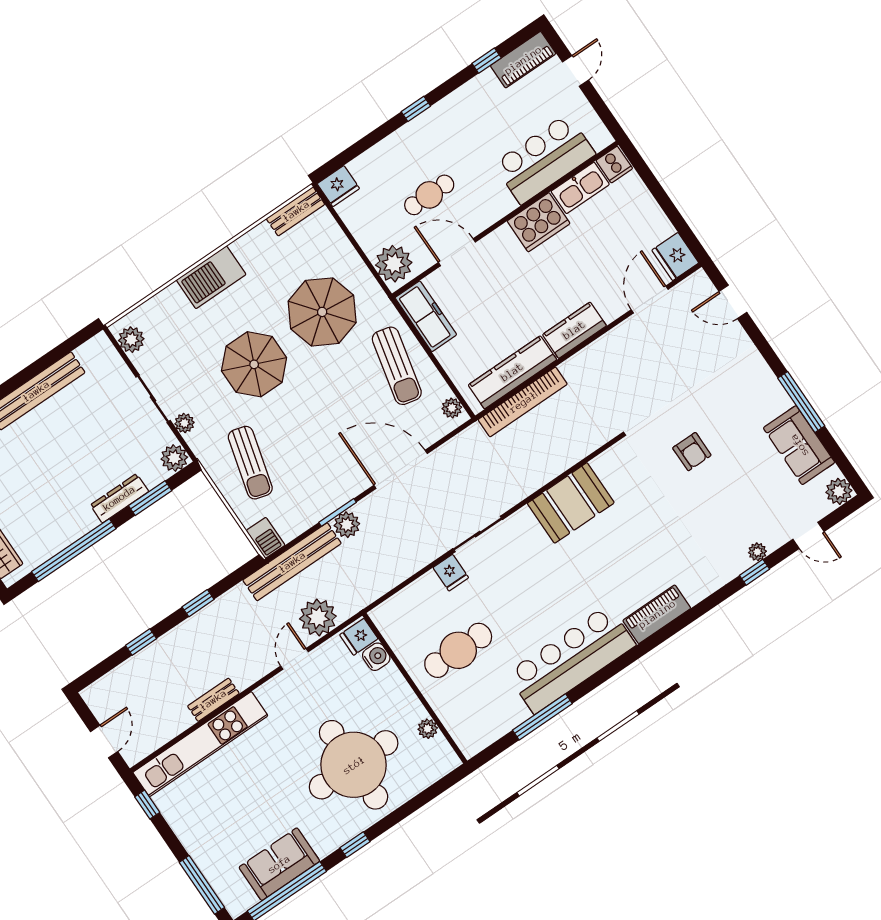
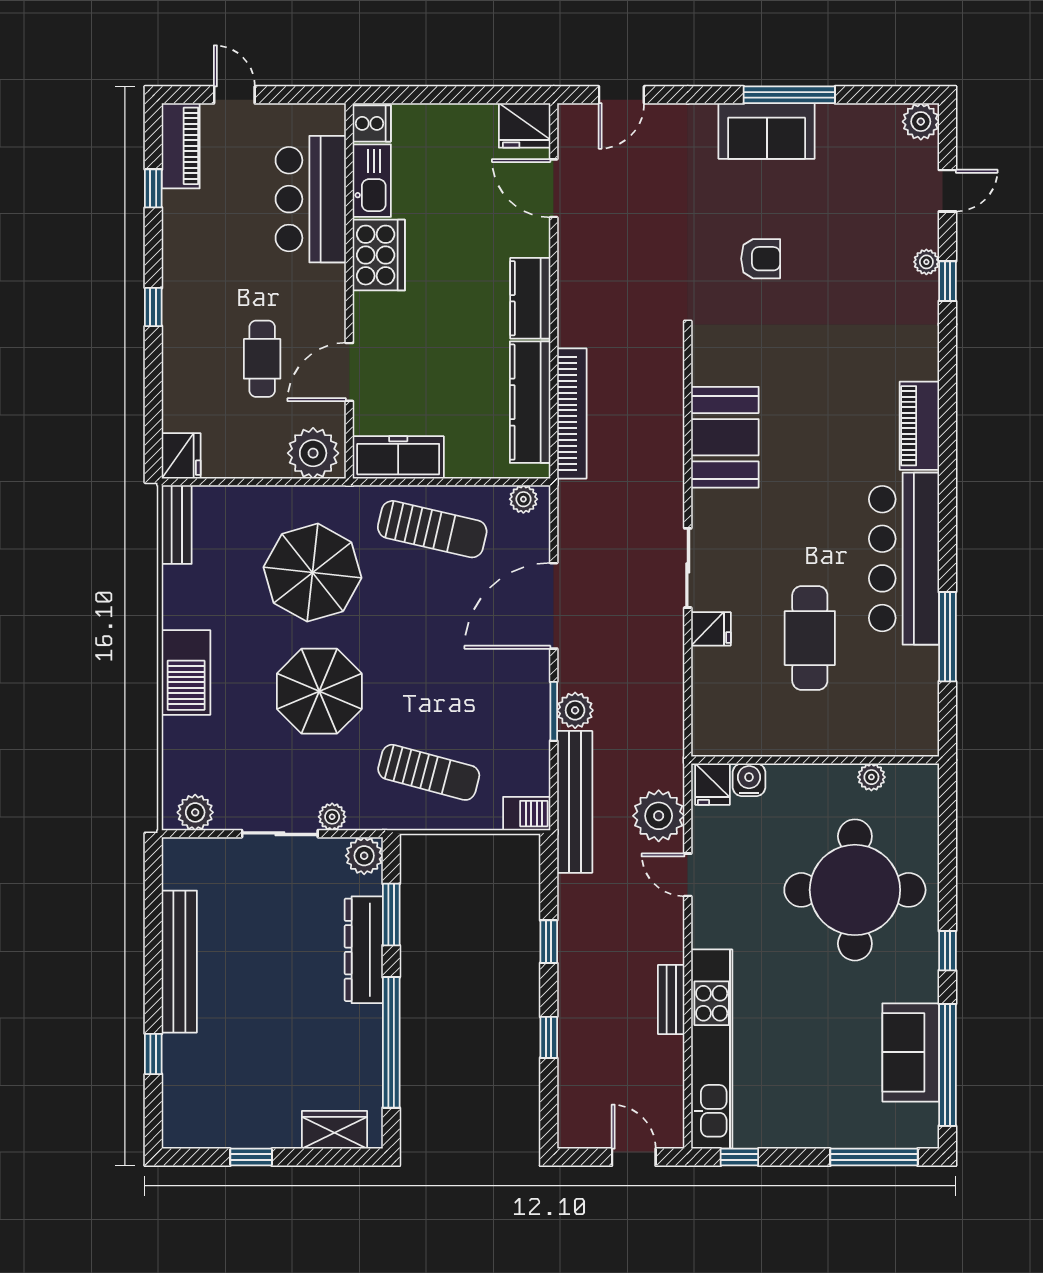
sofa: (799, 445) -> (767, 131), moved
dresser: (119, 498) -> (364, 950), width x1.37, depth x1.24
cafe table: (458, 650) -> (810, 638), moved

